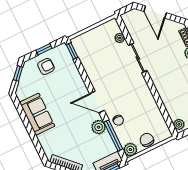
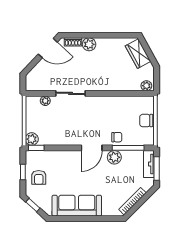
door: (155, 12) -> (48, 48), moved
armchair: (46, 66) -> (39, 177), turned 180
sofa: (37, 114) -> (77, 206), width x1.36
plant: (130, 150) -> (32, 139), moved

